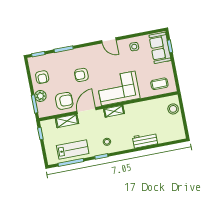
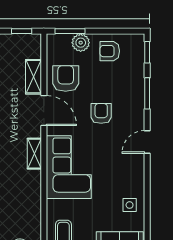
door: (109, 40) -> (147, 142), moved
armchair: (64, 101) -> (66, 78), turned 180

